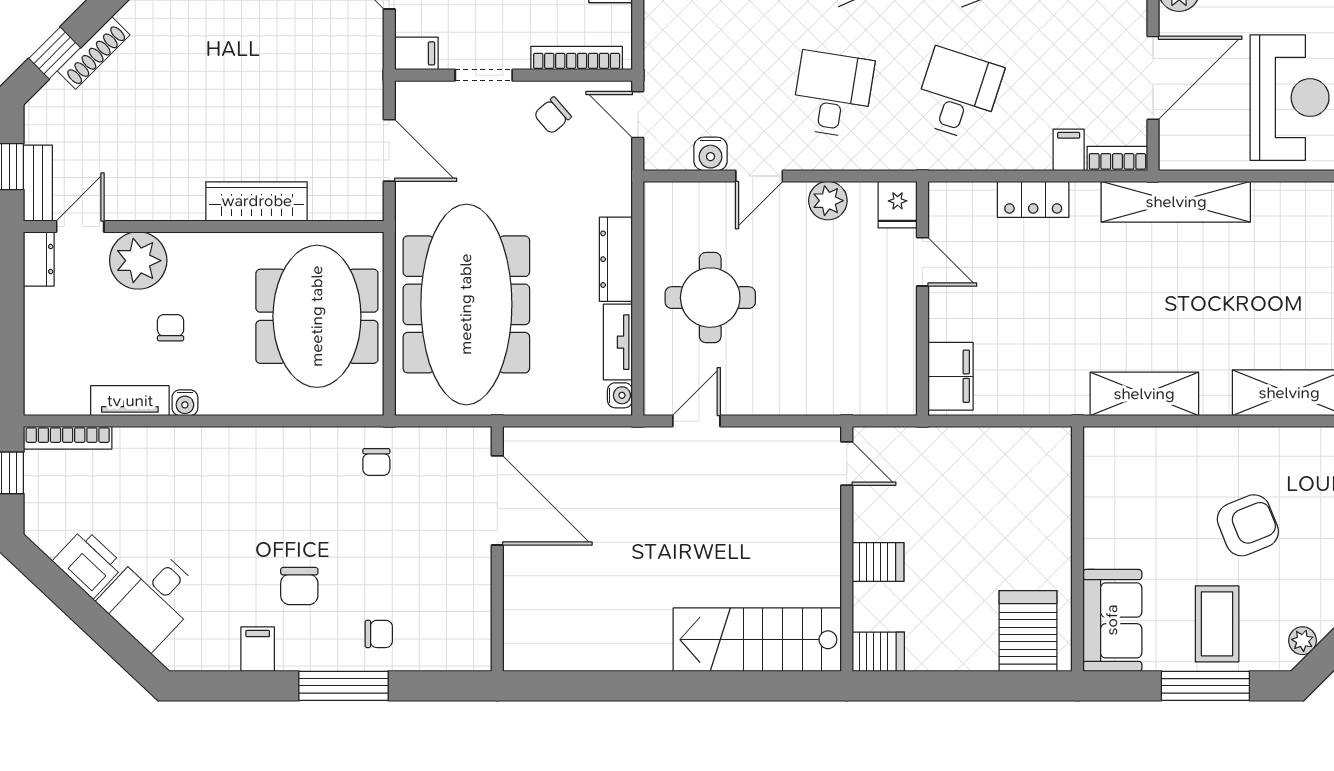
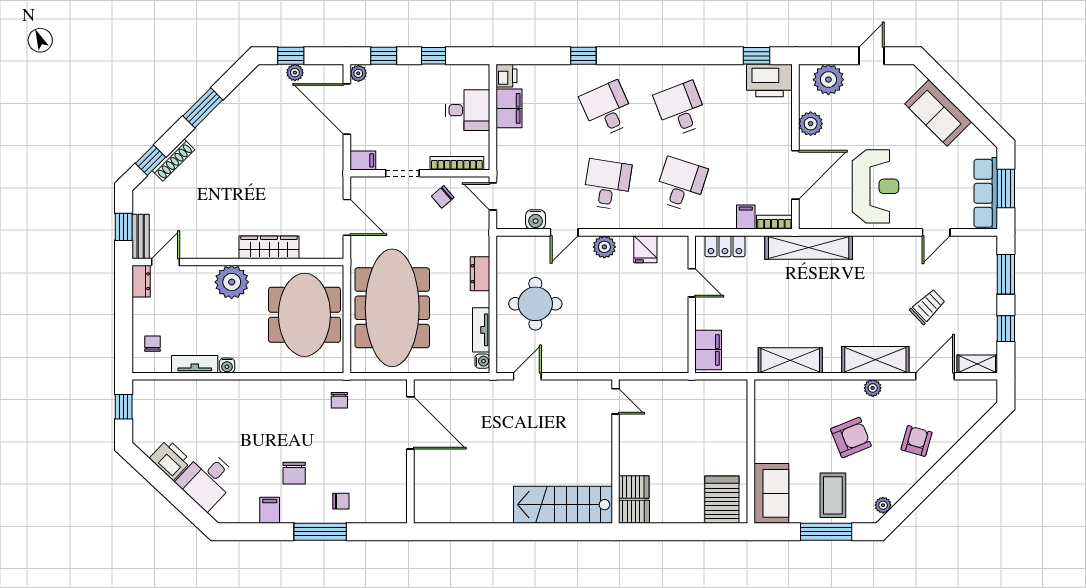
dresser: (616, 259) -> (480, 274), width x0.70
plant: (138, 261) -> (232, 282), moved
door: (922, 262) -> (692, 283), moved
wall: (922, 299) -> (692, 304), moved
chair: (171, 328) -> (152, 344), moved
filing cabinet: (950, 376) -> (708, 350), moved
bookcase: (68, 438) -> (158, 386), removed
plant: (1285, 441) -> (873, 388), added
server rack: (878, 562) -> (634, 487), moved

